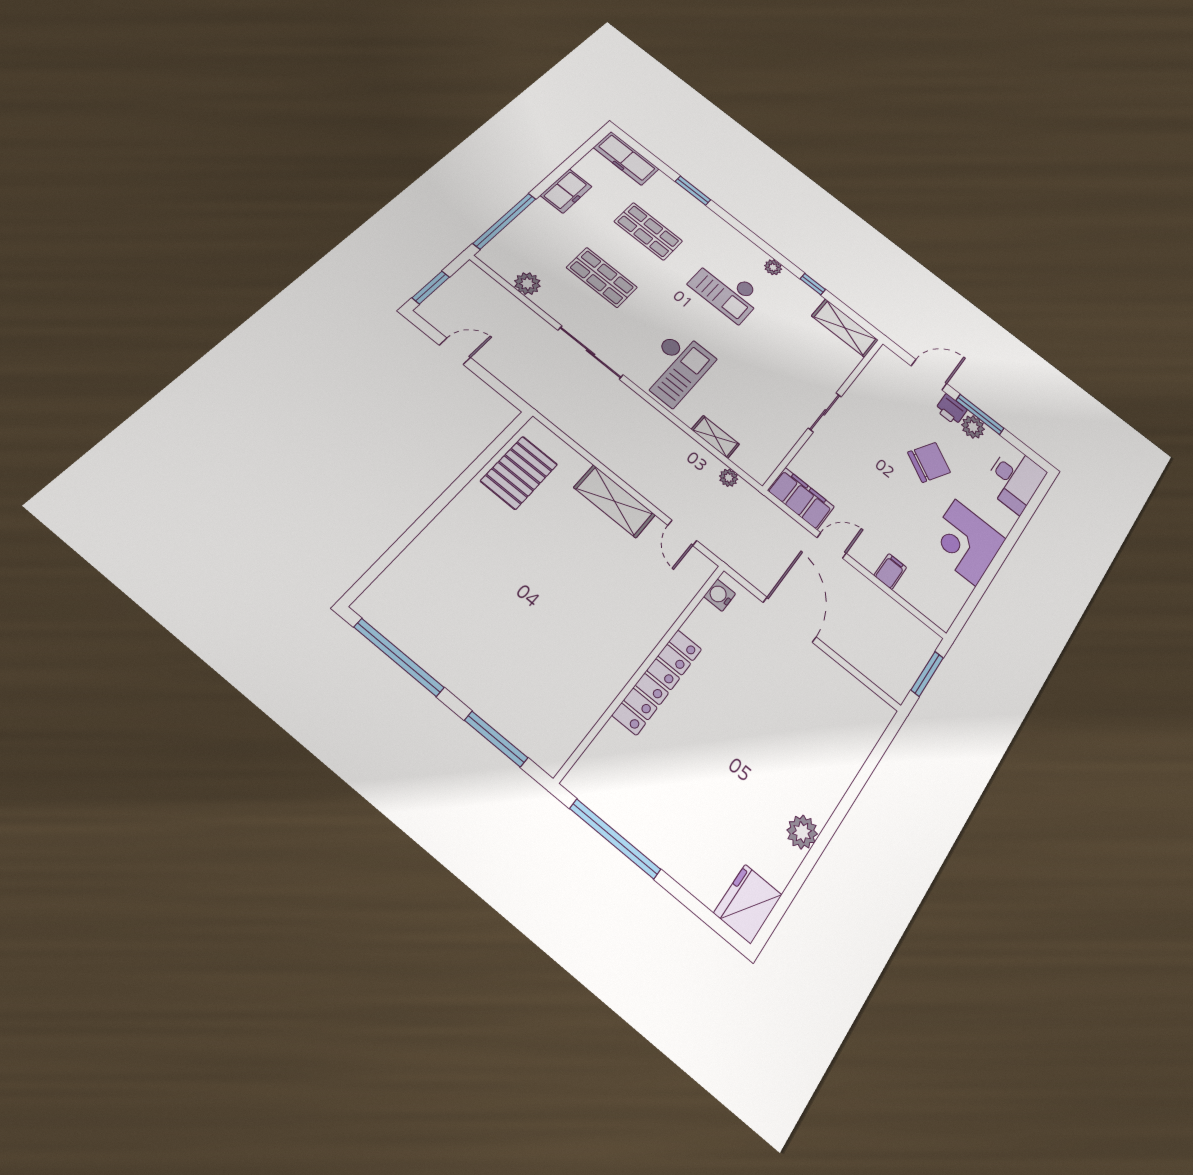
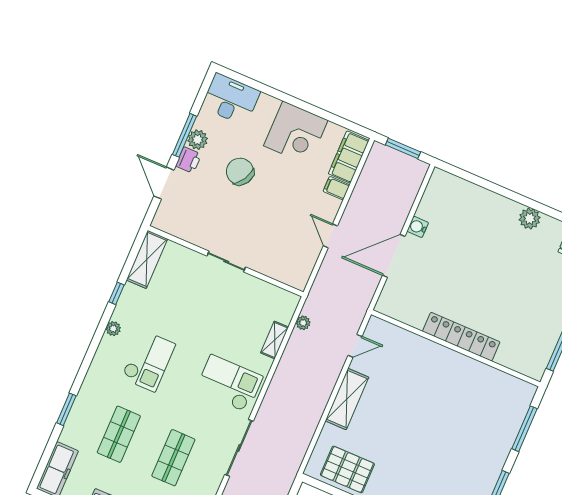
filing cabinet: (801, 498) -> (349, 157), moved
water cooler: (720, 595) -> (418, 227), moved, turned 90

